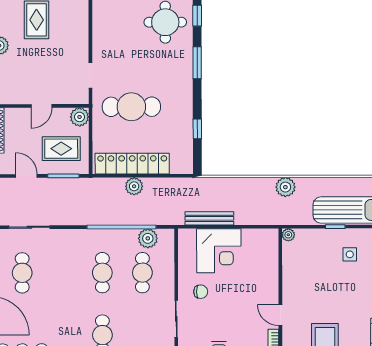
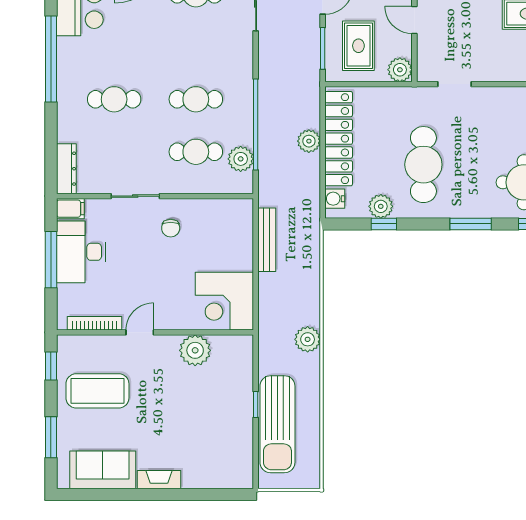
cafe table: (131, 107) -> (423, 165), moved
plant: (184, 131) -> (381, 206), added
water cooler: (178, 167) -> (335, 199), added
plant: (288, 235) -> (195, 350), moved, width x1.87, depth x1.87
corner desk: (219, 251) -> (224, 301), moved
side table: (350, 254) -> (219, 423), removed

